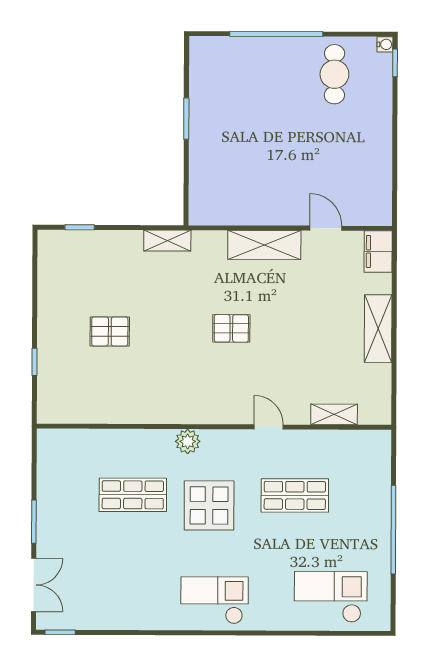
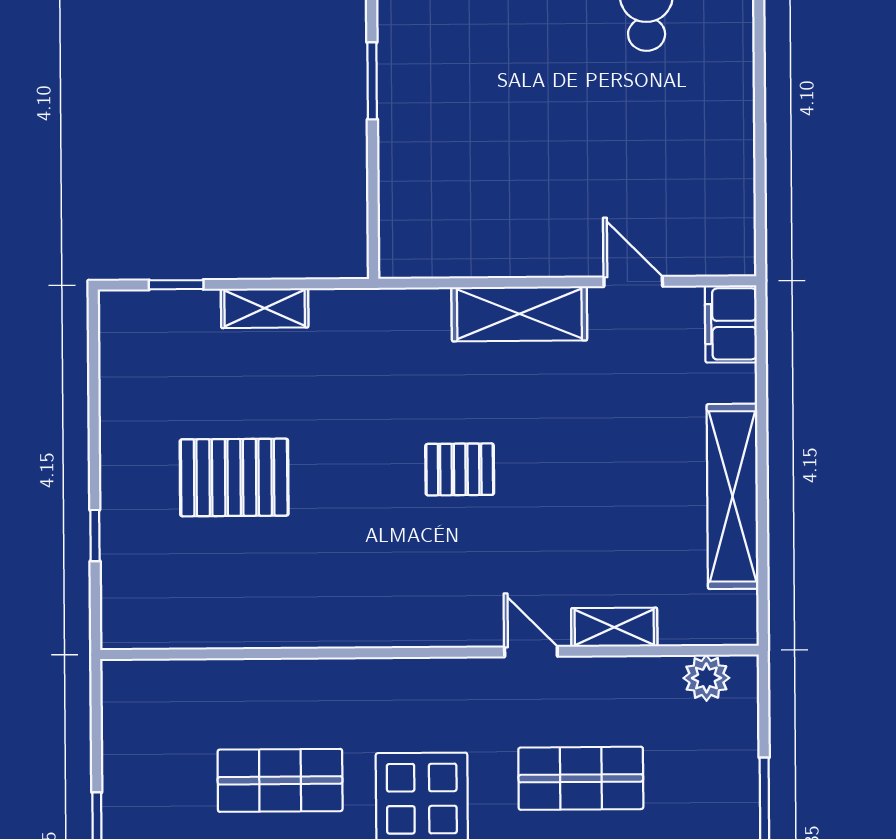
shelving: (167, 241) -> (265, 308), moved
shelving: (378, 329) -> (733, 496), width x1.47
pallet: (110, 331) -> (234, 477), width x1.50, depth x1.42
shelving: (334, 414) -> (614, 627), moved
plant: (188, 441) -> (706, 678), moved

